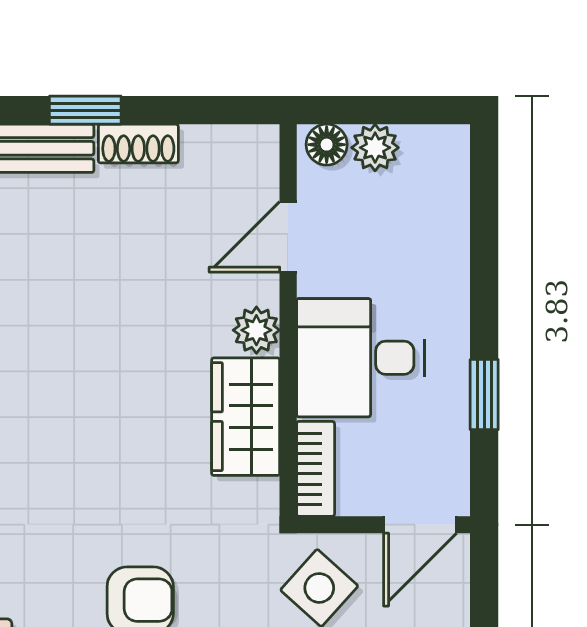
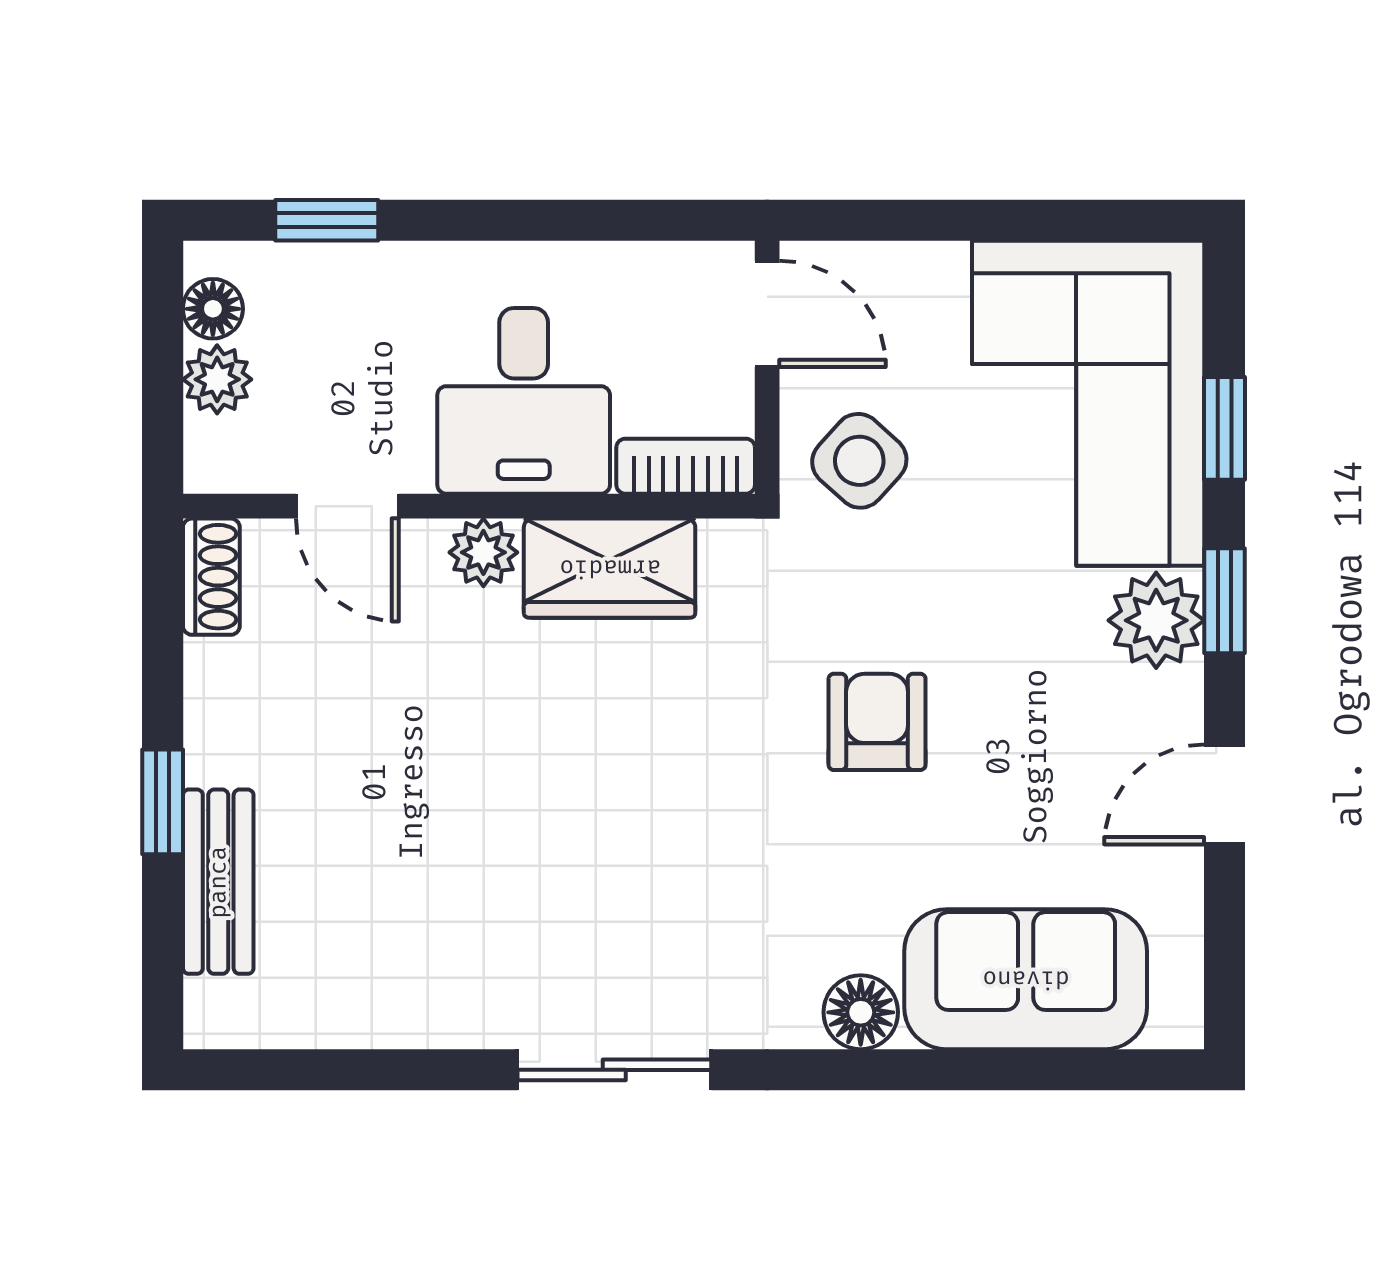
shoe rack: (138, 144) -> (211, 577), moved
floor lamp: (327, 145) -> (213, 309), moved
window: (484, 395) -> (327, 220), moved

